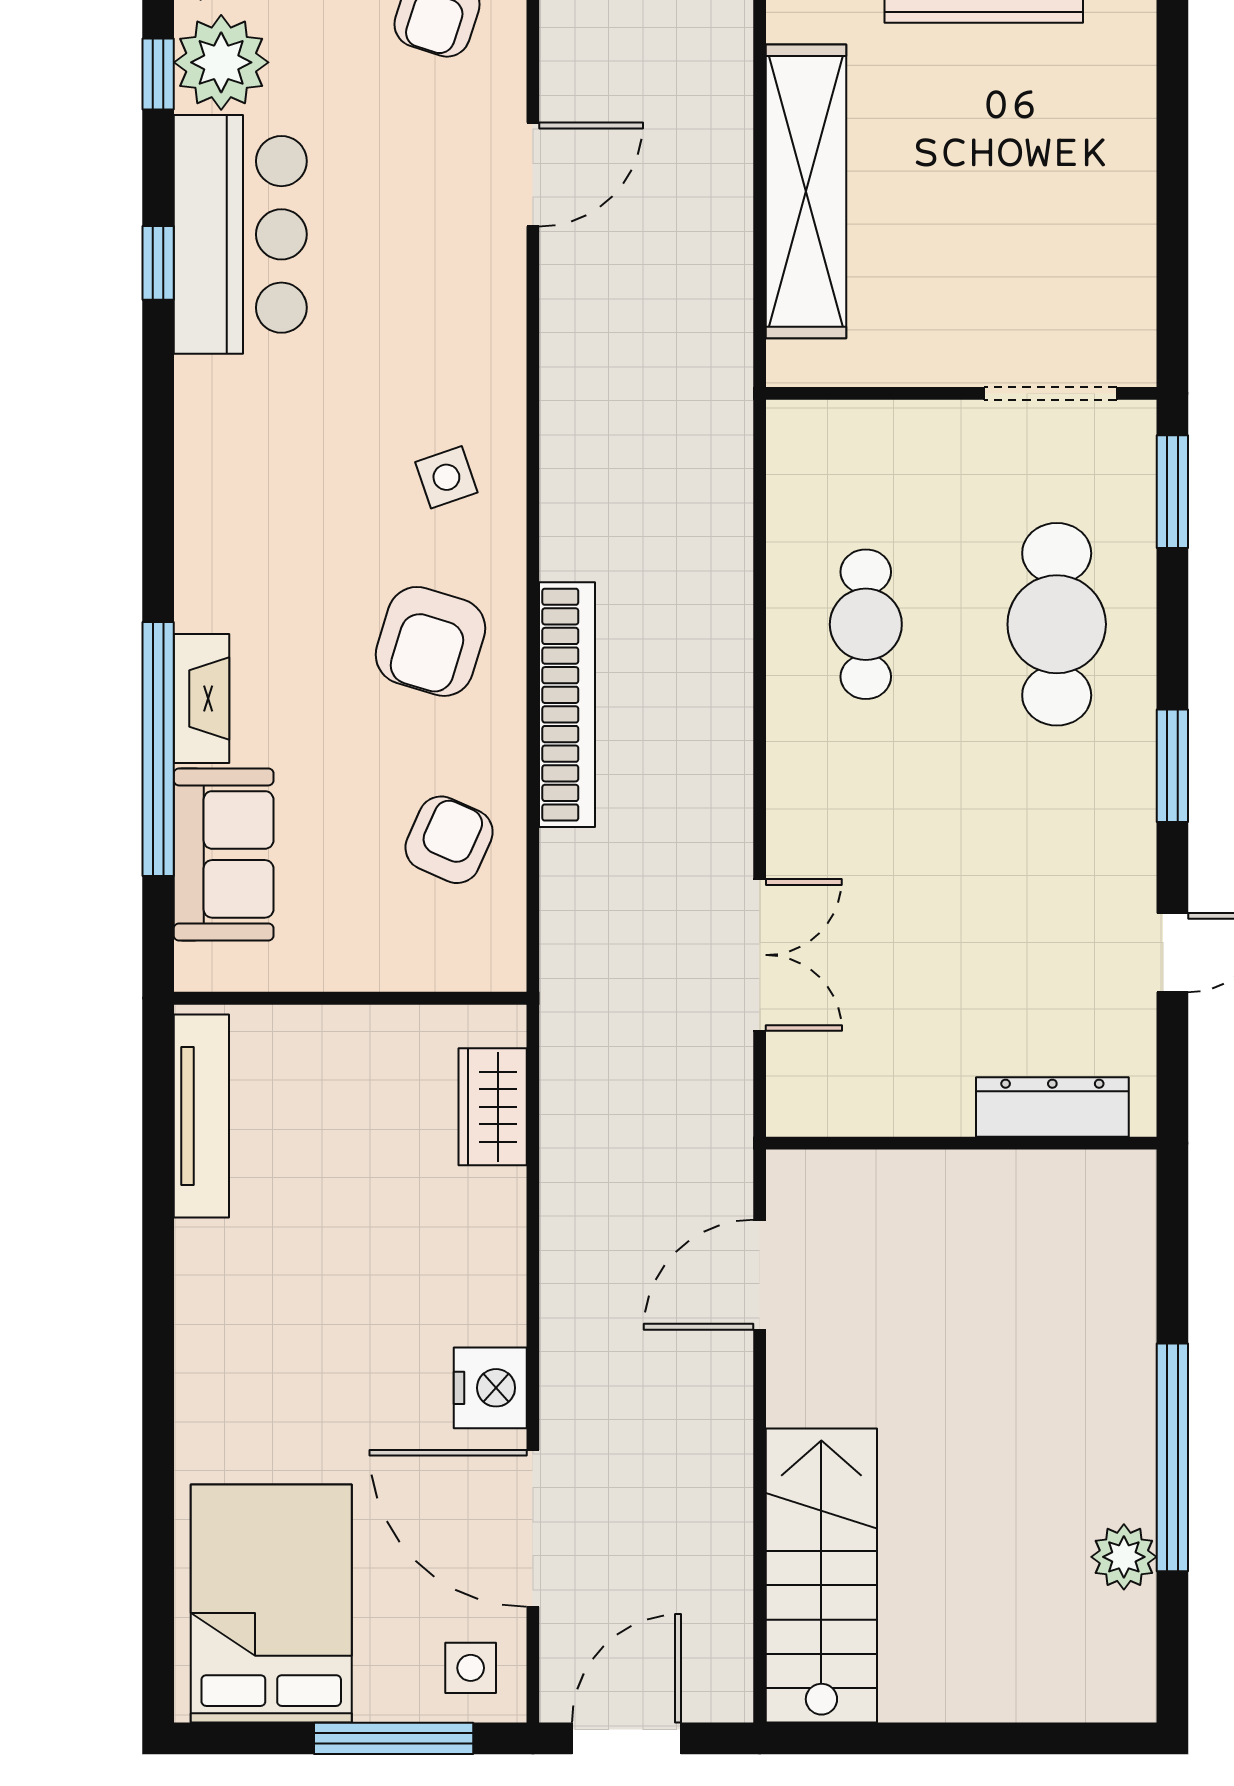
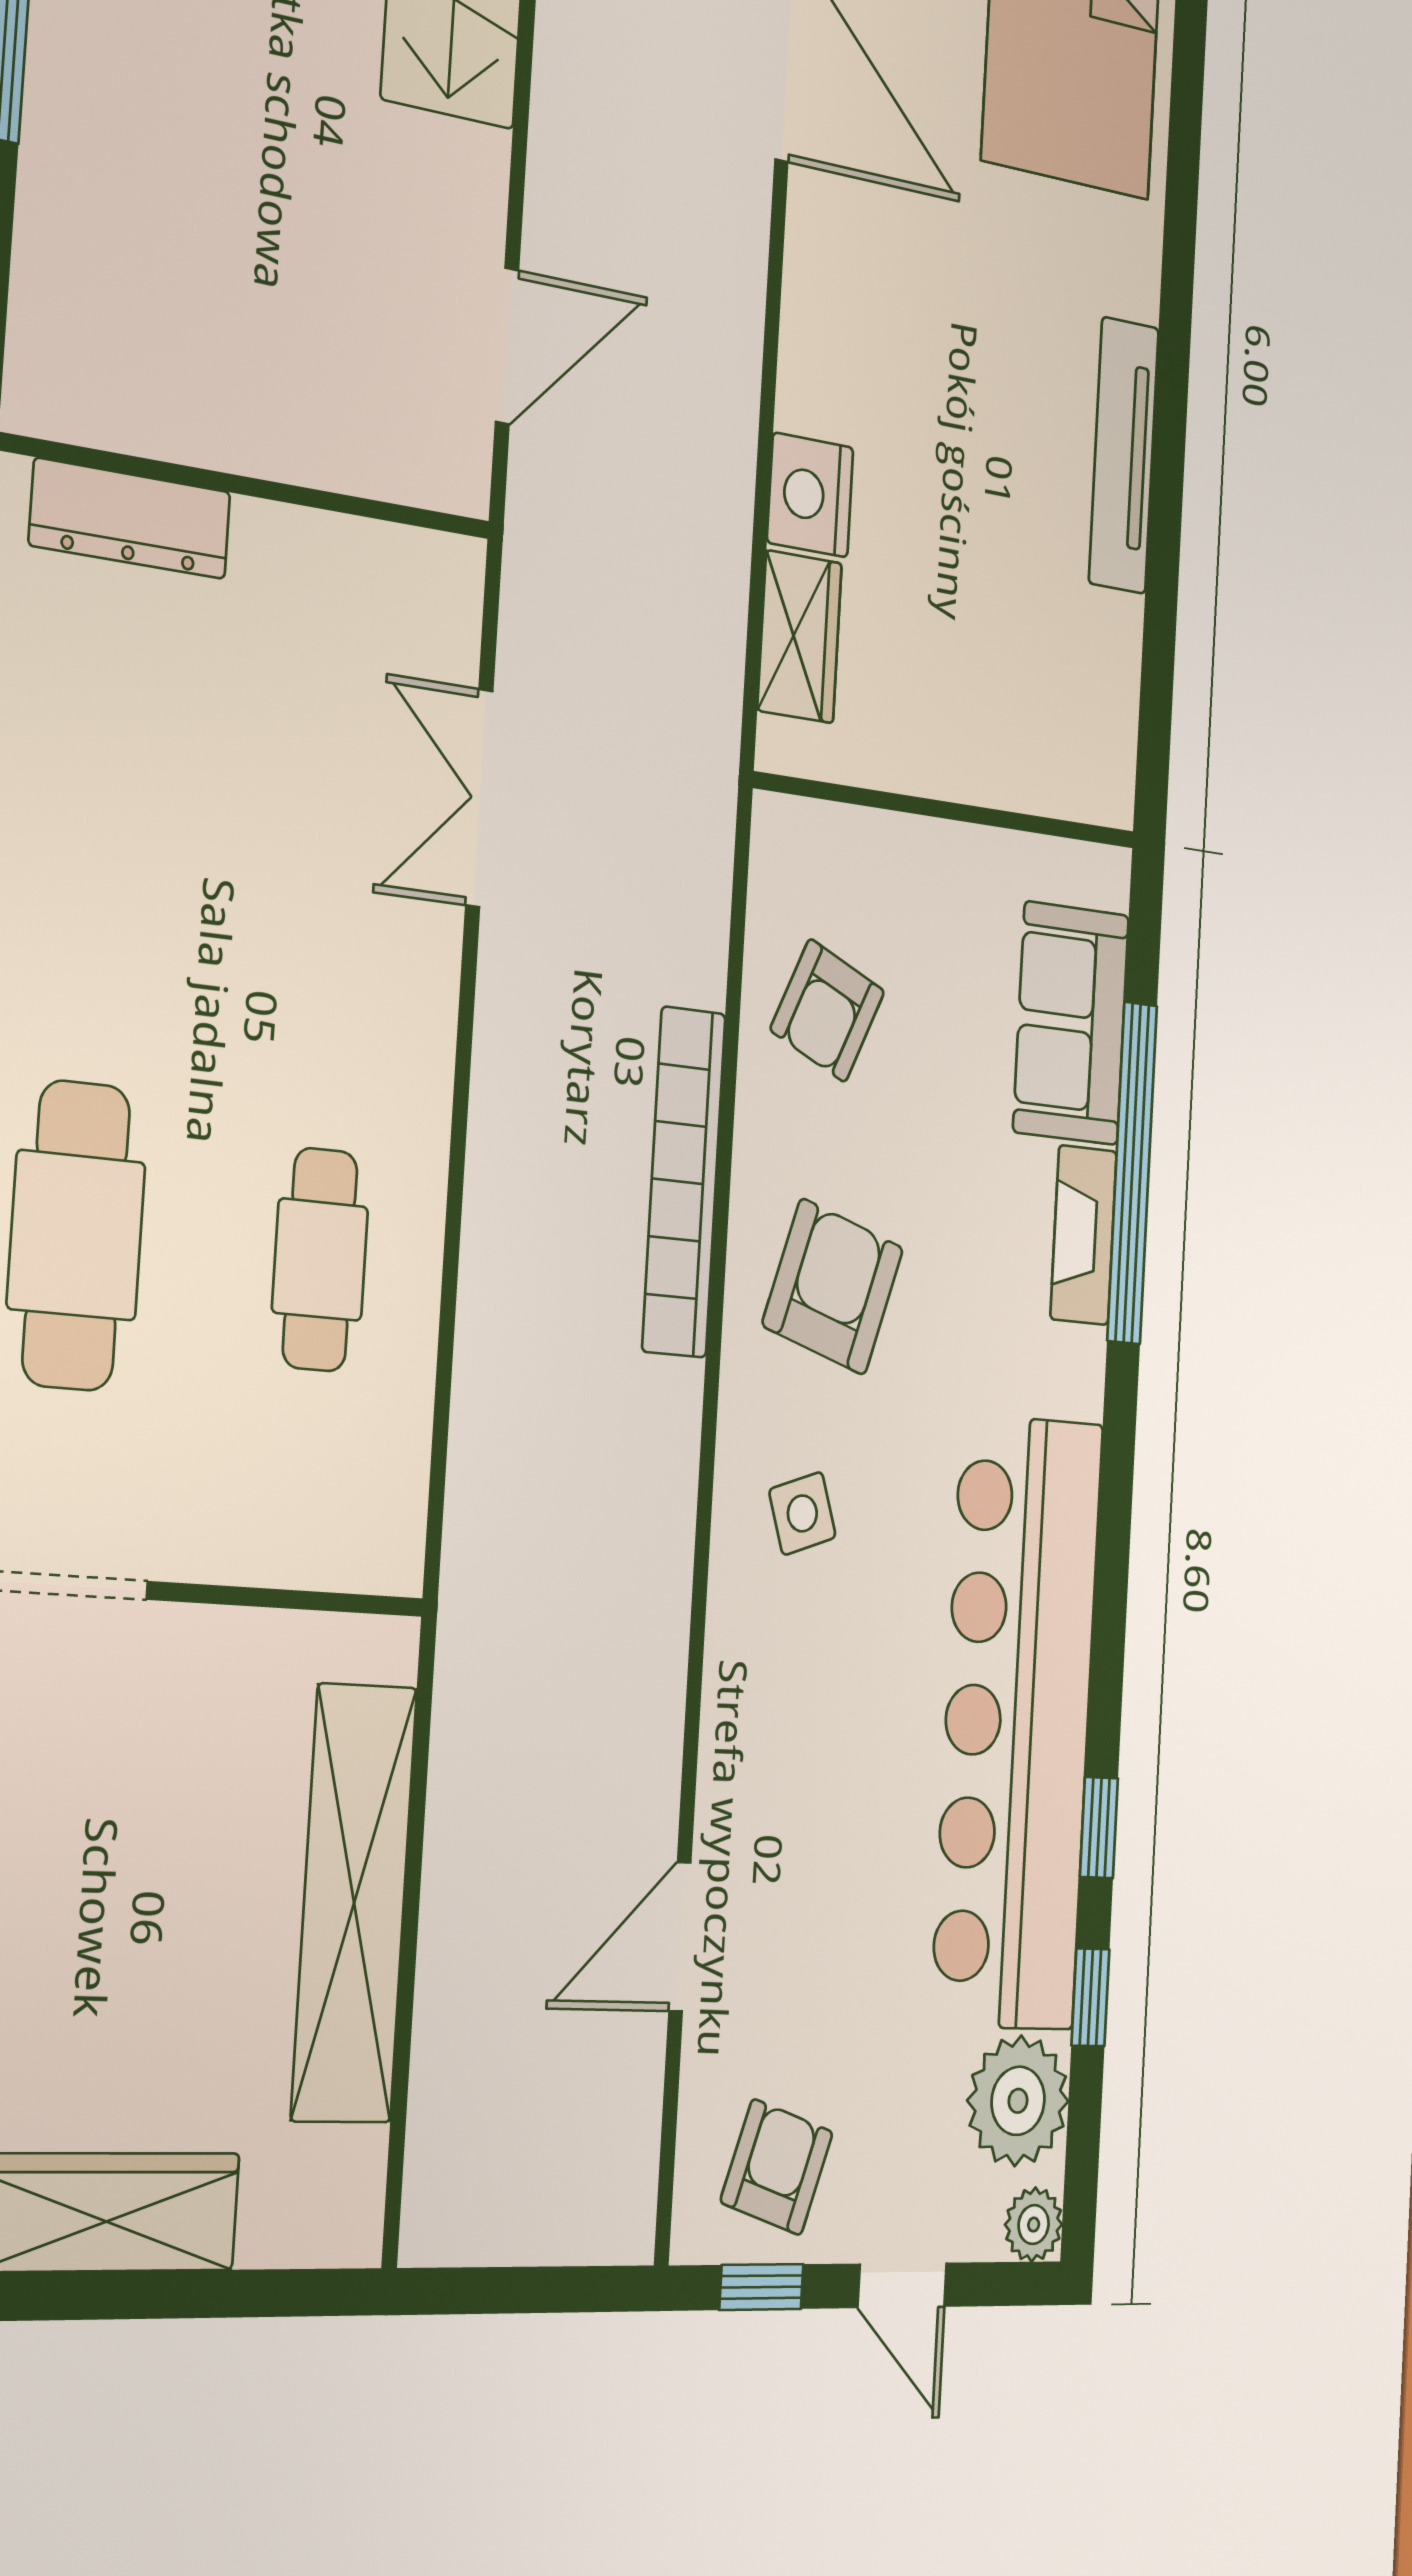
window: (158, 74) -> (1090, 1997), moved
bar counter: (240, 234) -> (1017, 1722), width x1.86
tv unit: (201, 1116) -> (1124, 455), moved
nightstand: (490, 1388) -> (810, 495), moved

